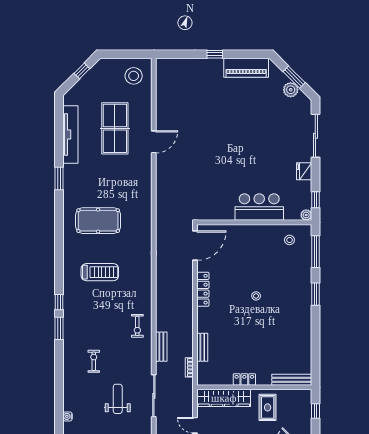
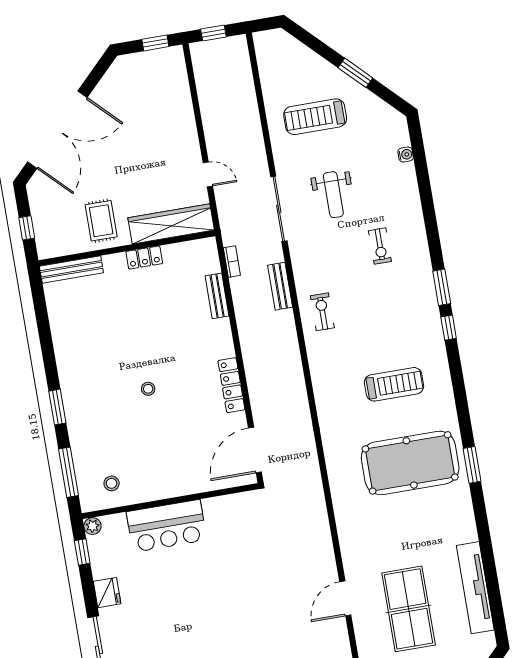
window: (59, 178) -> (472, 465), moved
pool table: (98, 221) -> (410, 463), width x1.36, depth x1.32
treadmill: (100, 272) -> (394, 384), turned 180

